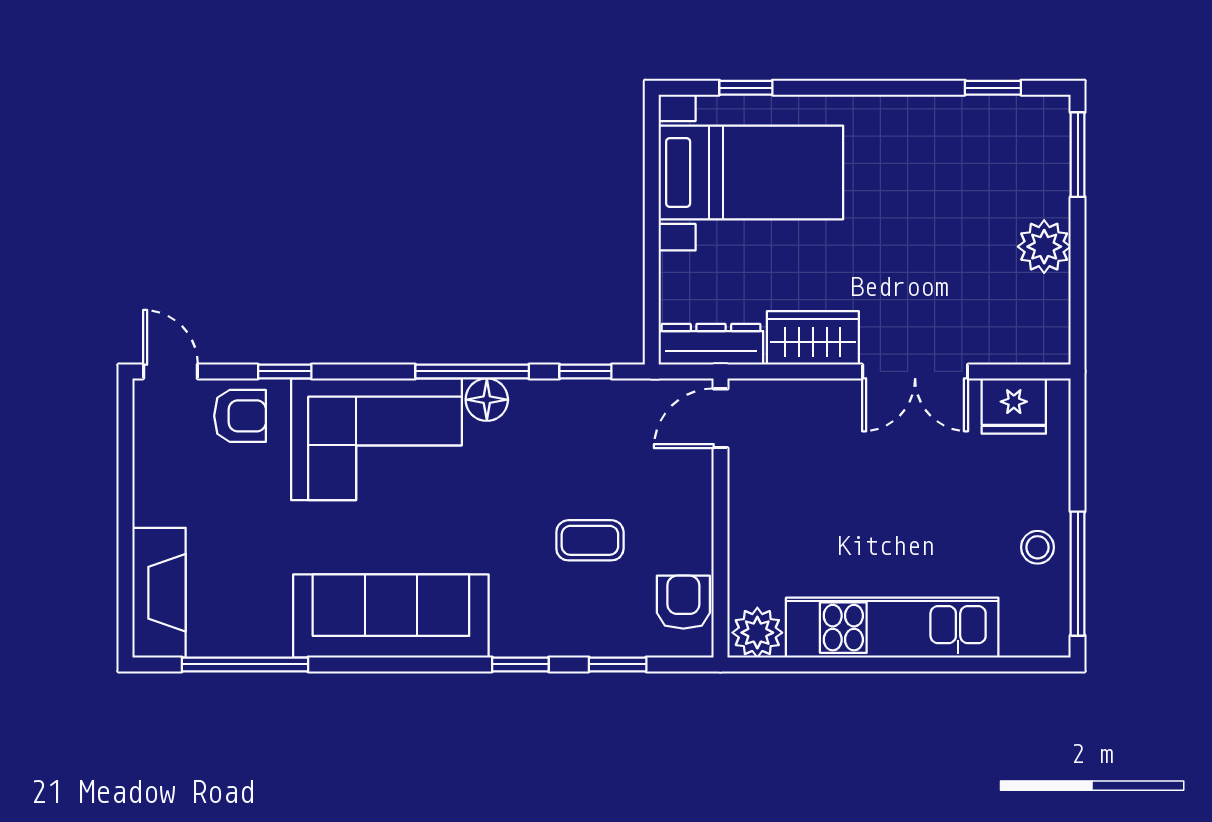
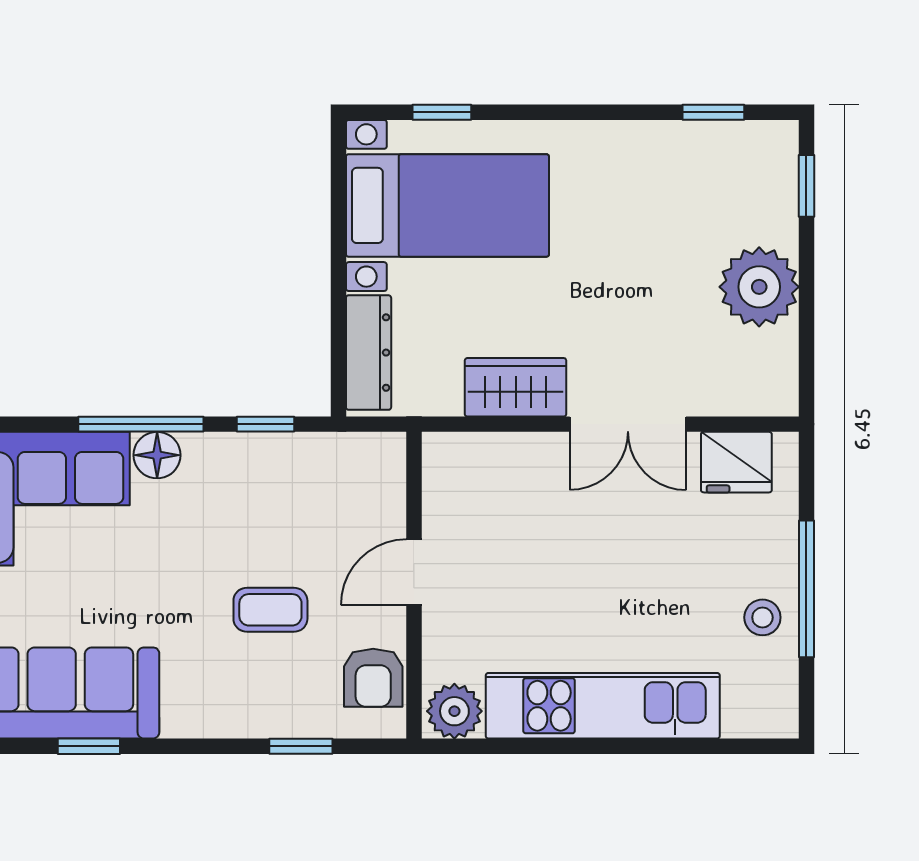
window: (1078, 155) -> (806, 186), width x0.67
plant: (1044, 247) -> (759, 287), width x1.36, depth x1.36
dresser: (711, 344) -> (369, 353), moved, turned 90
door: (721, 418) -> (414, 572), moved
window: (1078, 574) -> (806, 589), moved
armchair: (683, 602) -> (373, 678), turned 180
window: (520, 664) -> (89, 746), moved

